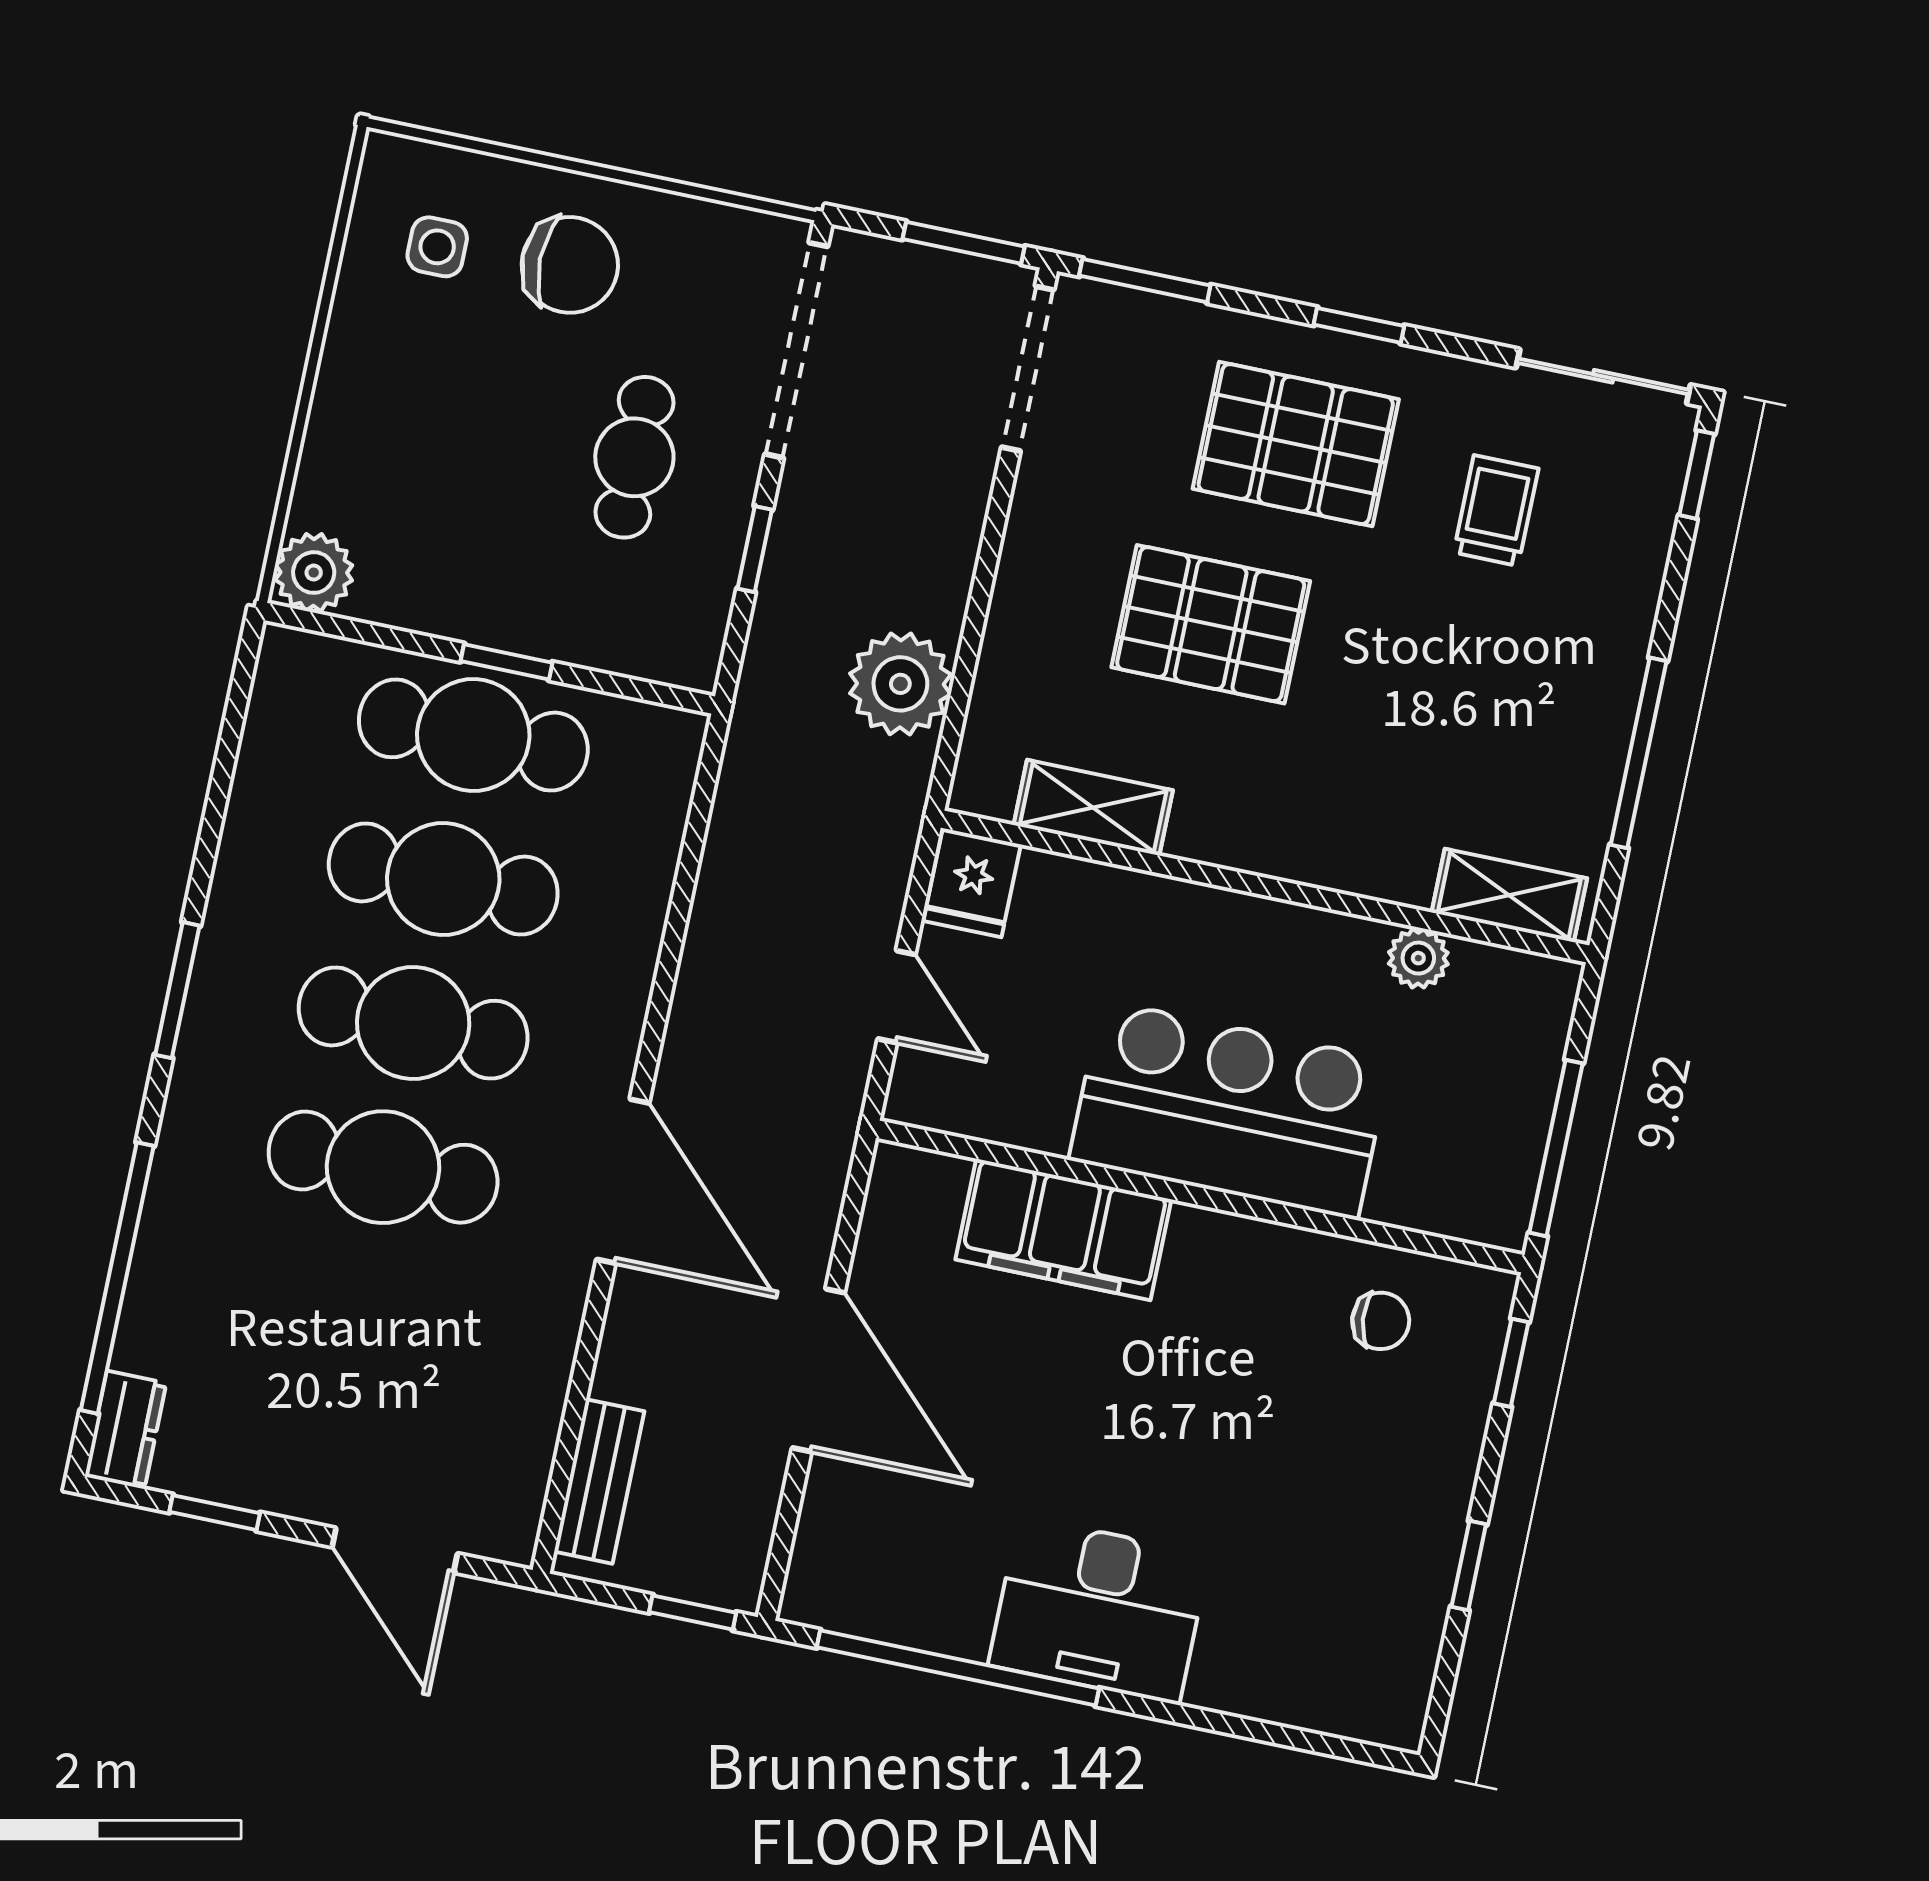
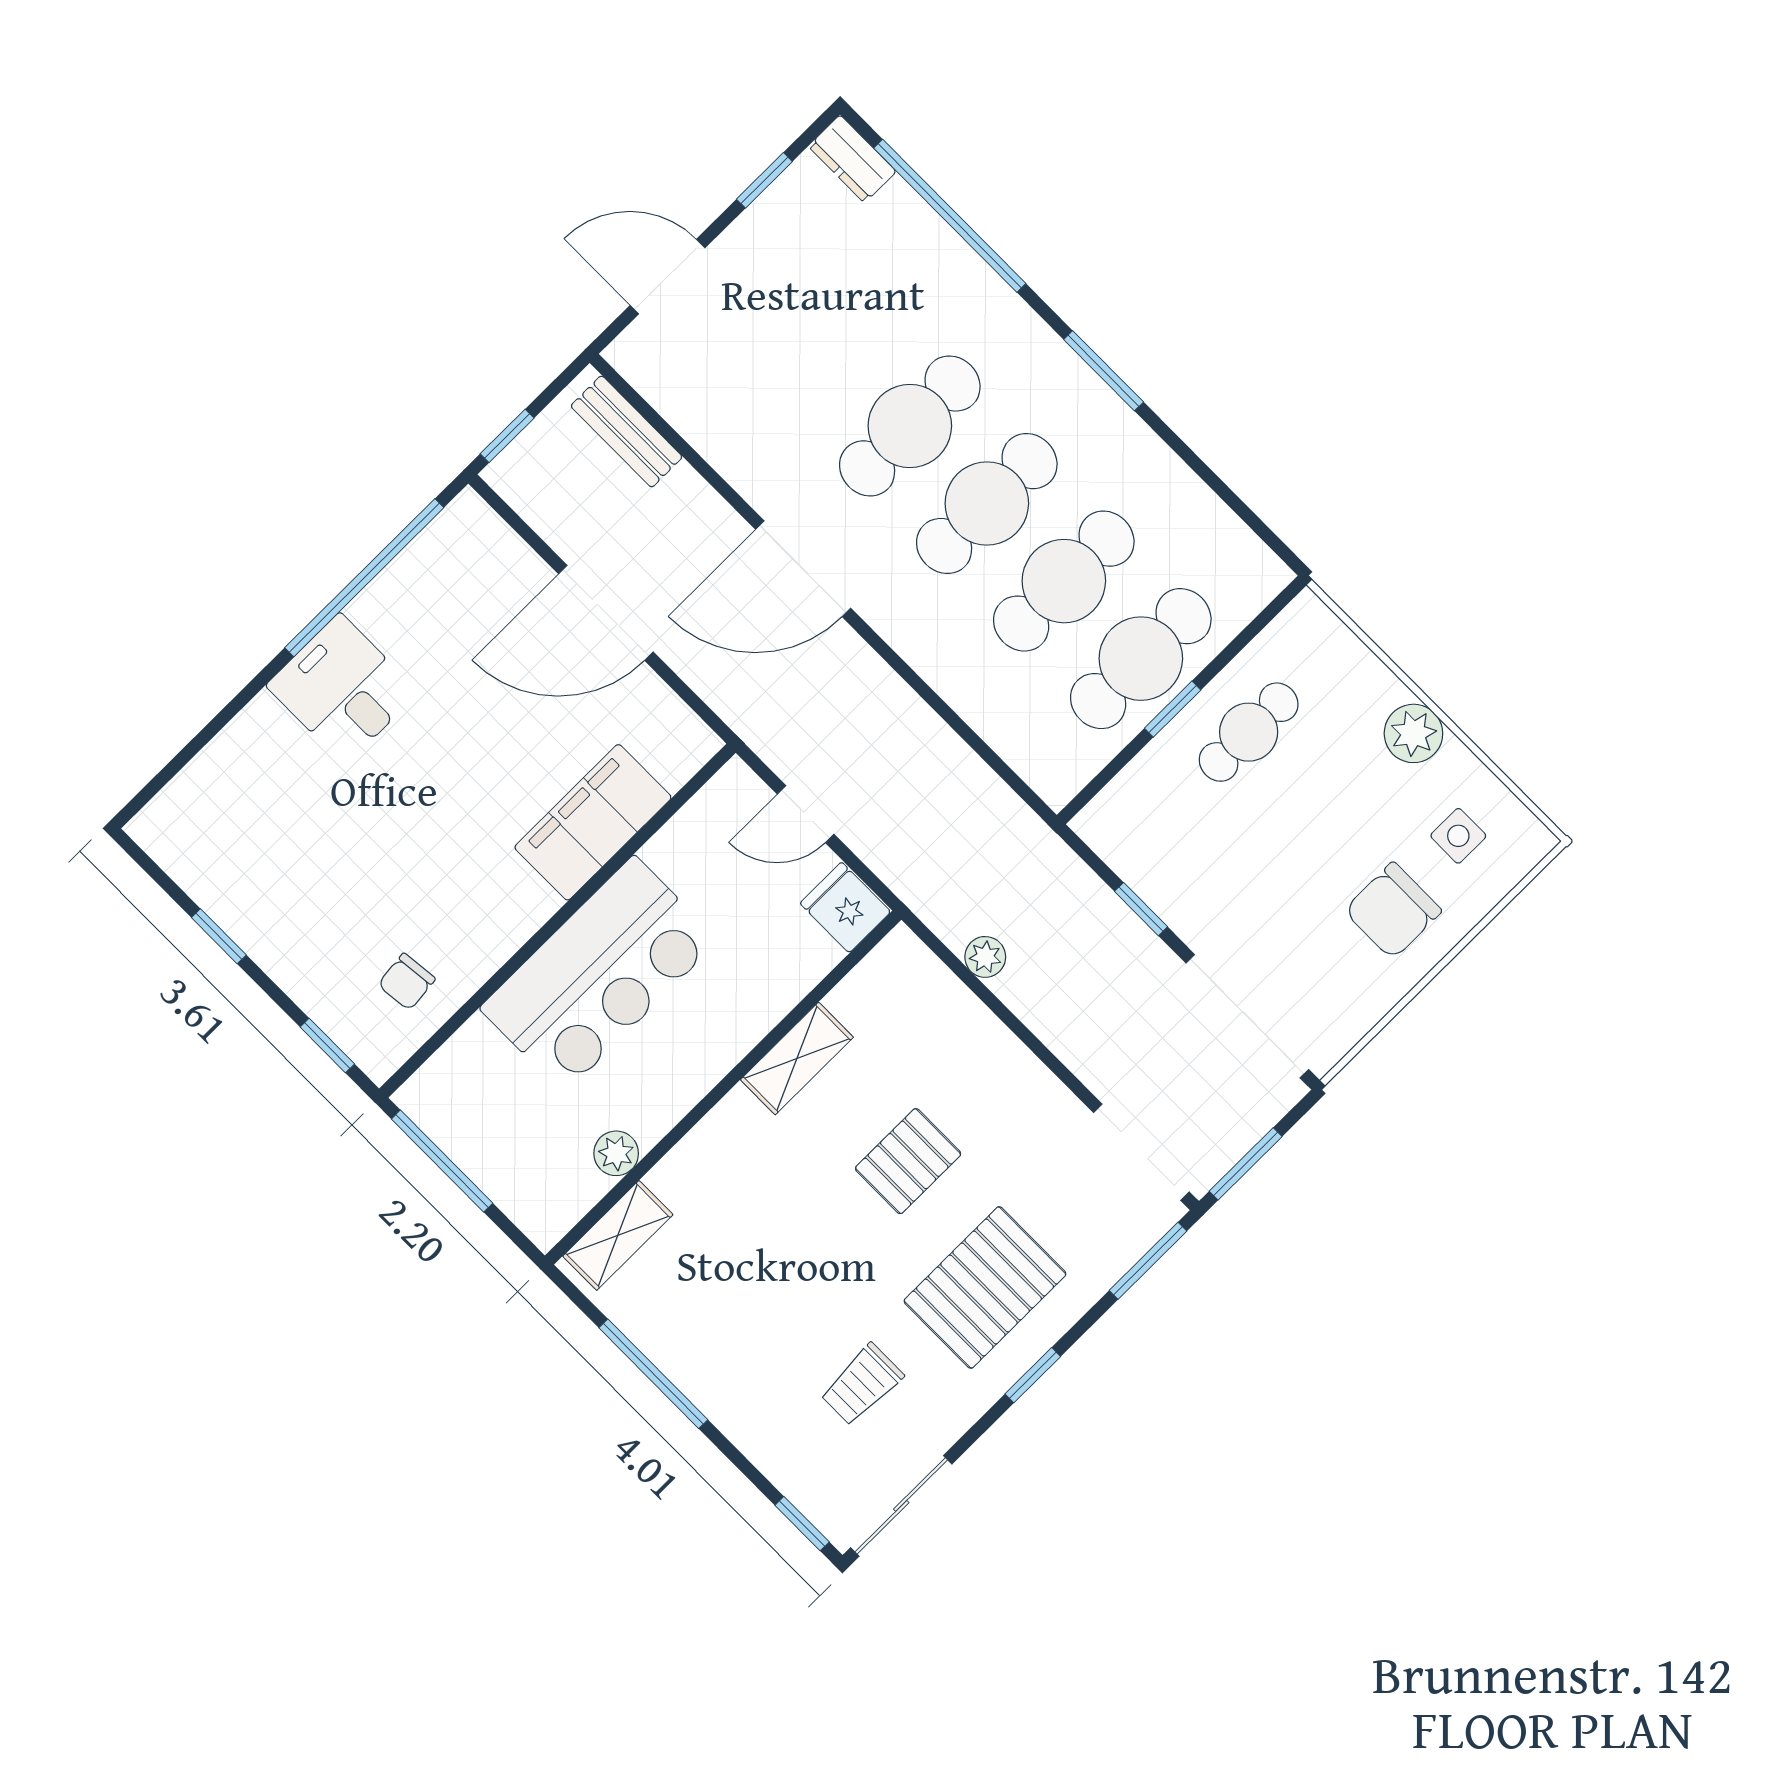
cafe table: (634, 457) -> (1249, 732), moved, turned 90
trolley: (1496, 511) -> (862, 1384), turned 90
plant: (314, 573) -> (1413, 733), moved
pallet: (1211, 624) -> (908, 1161), width x0.67, depth x0.71
plant: (900, 684) -> (985, 957), width x0.53, depth x0.53
shelving: (1093, 808) -> (797, 1058), moved
desk: (1099, 1610) -> (342, 689), width x0.73

